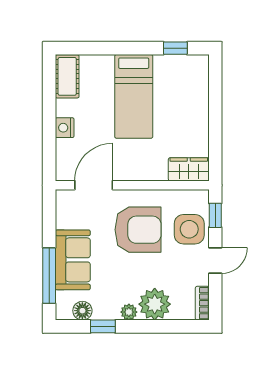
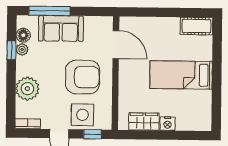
window: (175, 48) -> (216, 106), removed
nightstand: (65, 128) -> (168, 124), moved, turned 180
wardrobe: (189, 169) -> (144, 121), moved, turned -90
armchair: (138, 230) -> (83, 77), turned -90
plant: (129, 312) -> (22, 49), moved

